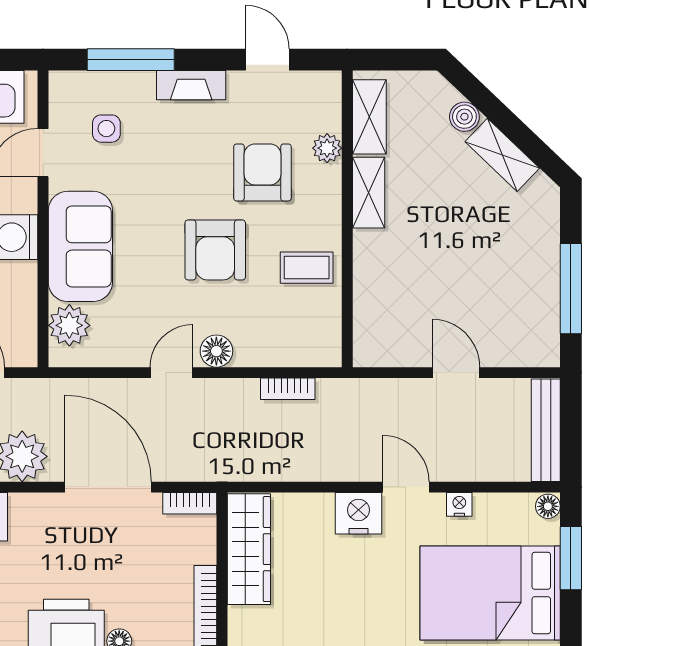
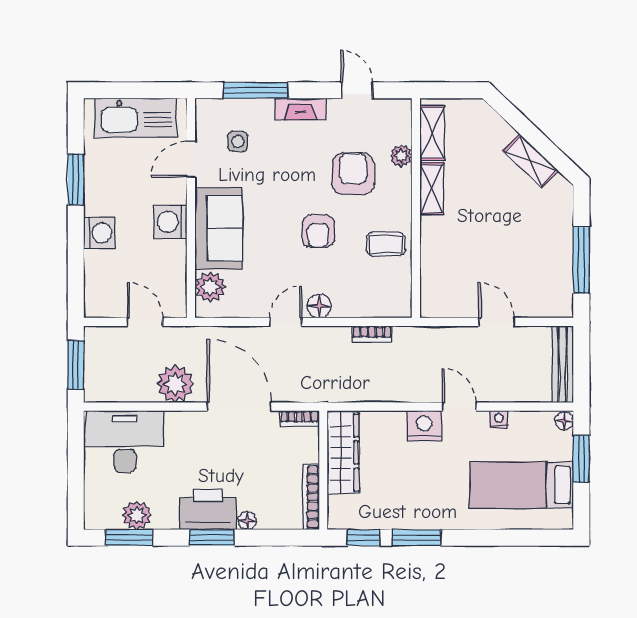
boiler: (464, 117) -> (503, 133), removed
armchair: (215, 250) -> (318, 231), width x0.72, depth x0.72
bed: (490, 593) -> (522, 485), width x0.67

